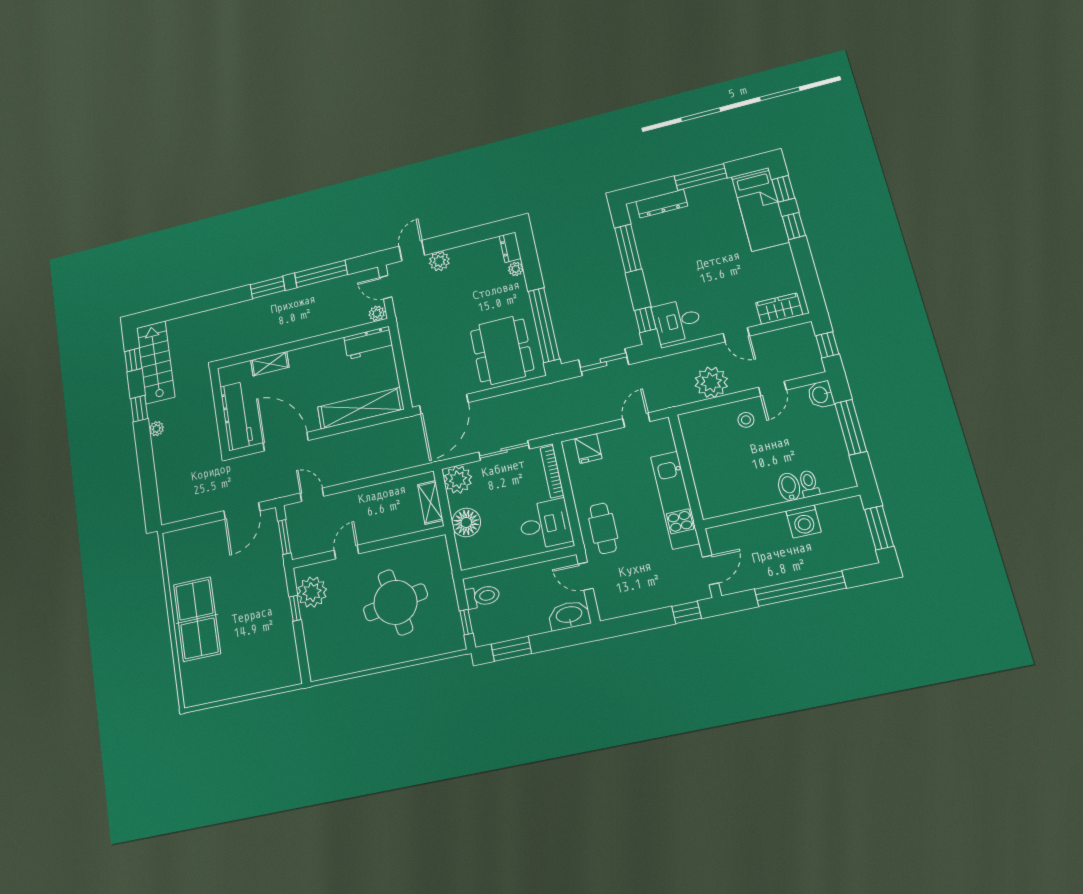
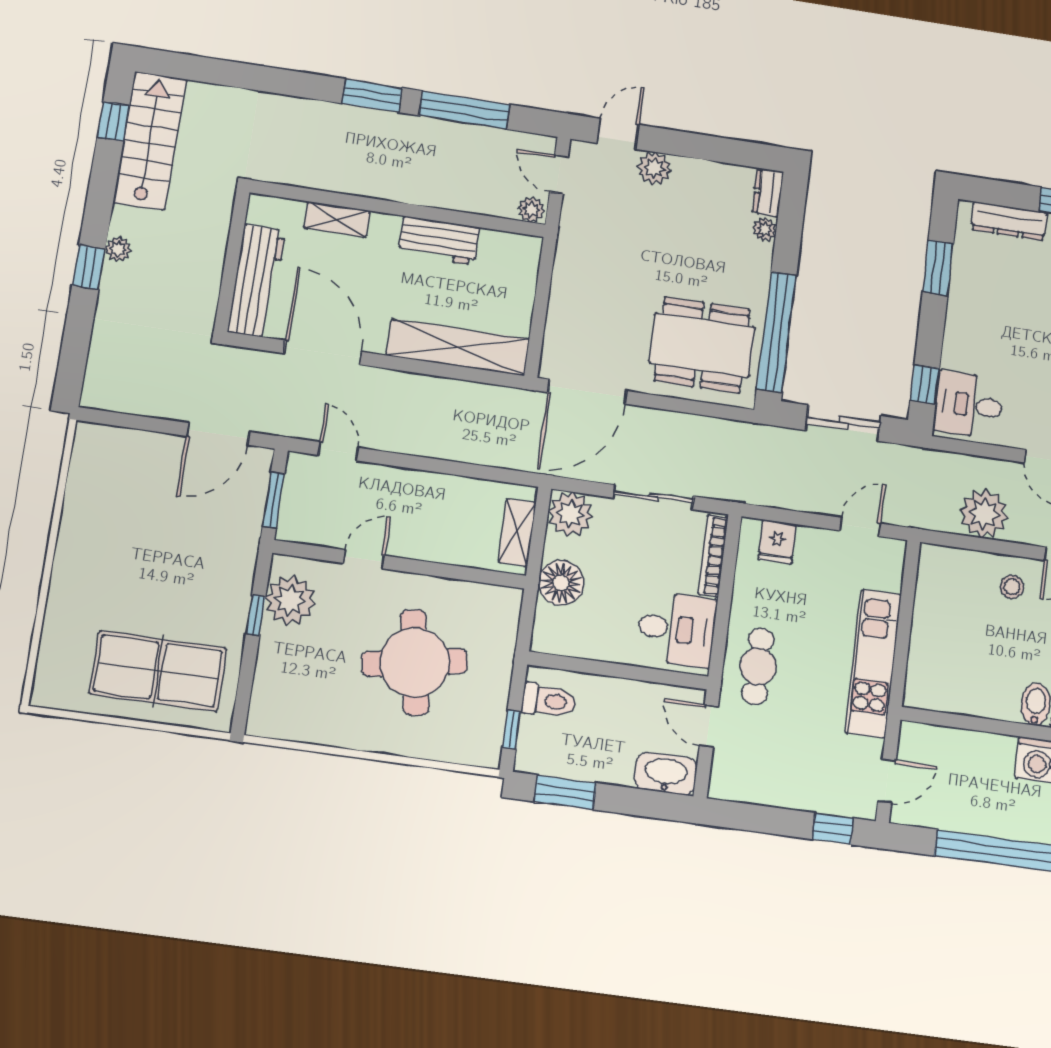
window: (628, 248) -> (938, 268), width x0.69
workbench: (368, 343) -> (439, 241), moved
dining table: (502, 350) -> (702, 345), turned 90
window: (139, 409) -> (89, 267), moved
table tennis table: (197, 619) -> (158, 671), moved, turned 90

